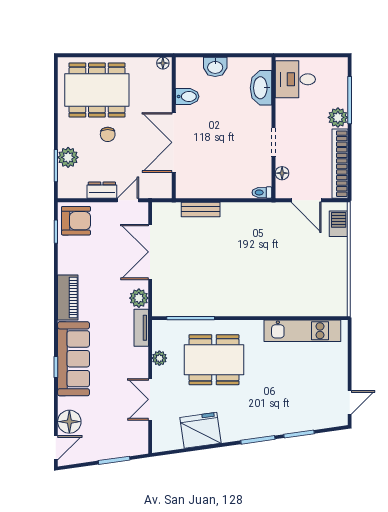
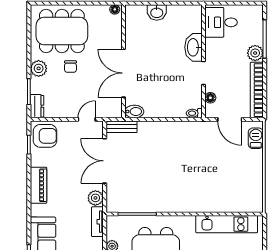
washbasin: (261, 88) -> (193, 47), moved
bidet: (187, 96) -> (134, 112), moved
plant: (68, 157) -> (39, 68), moved
dresser: (102, 190) -> (37, 106), moved, turned 90
bench: (201, 209) -> (121, 127), moved
piano: (68, 298) -> (38, 185), moved

